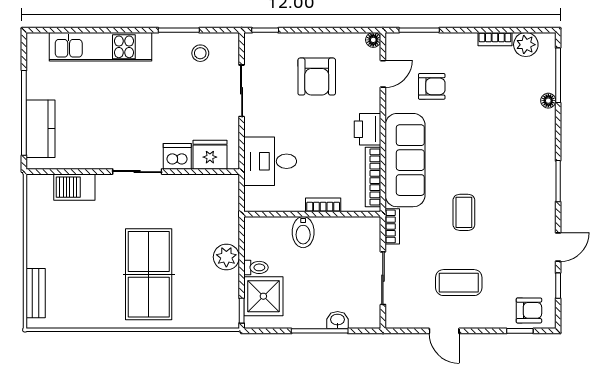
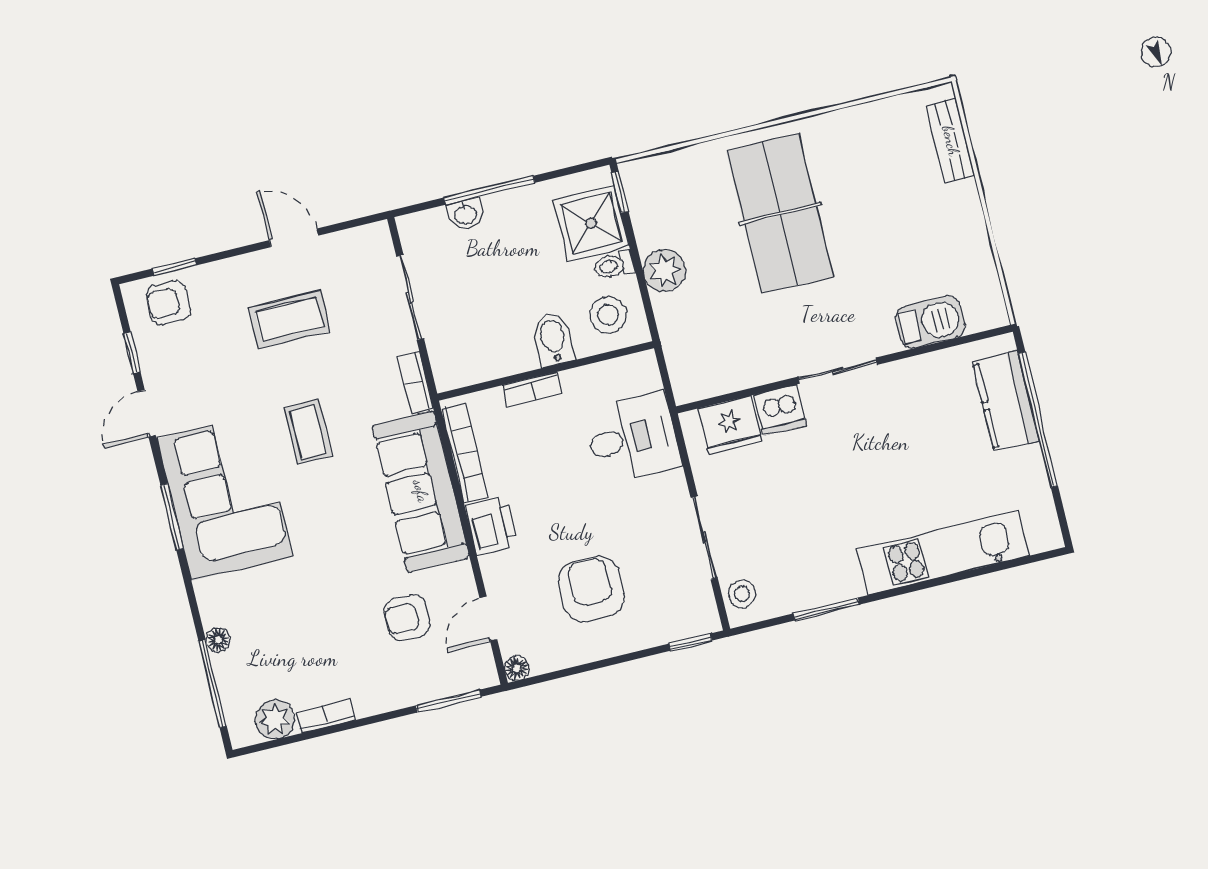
stool: (200, 53) -> (742, 594), moved
corner sofa: (524, 185) -> (225, 497), added
stool: (267, 239) -> (608, 315), added

